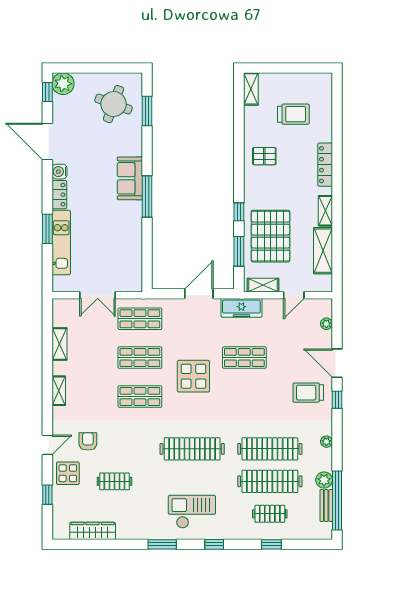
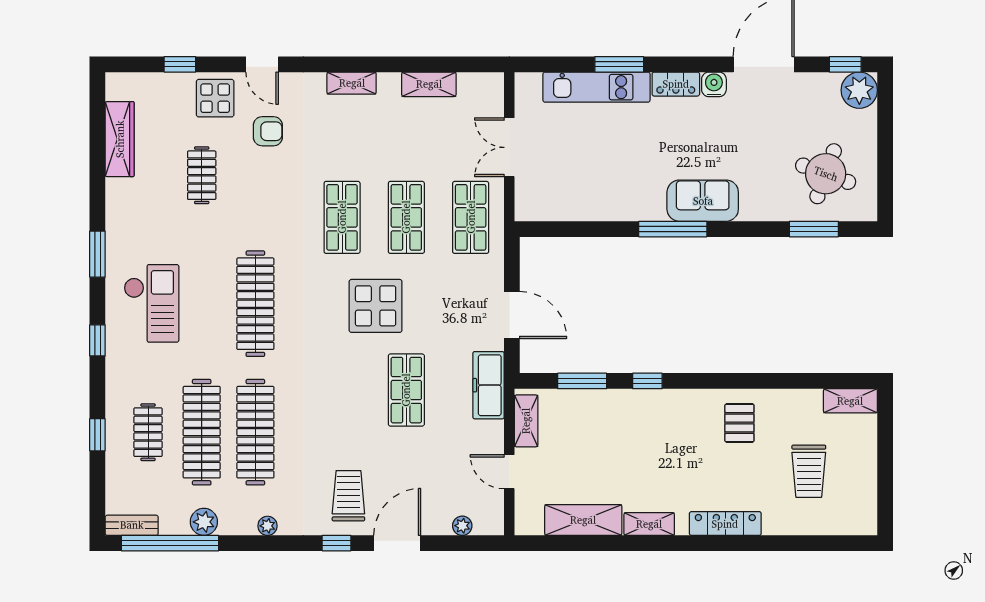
pallet: (271, 236) -> (607, 433), removed
bench: (326, 506) -> (132, 525), moved

